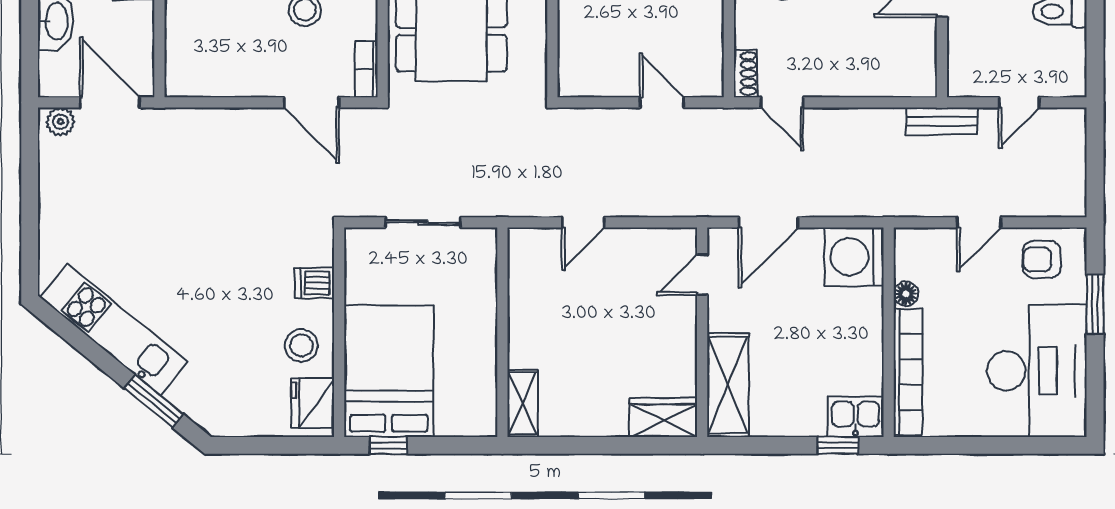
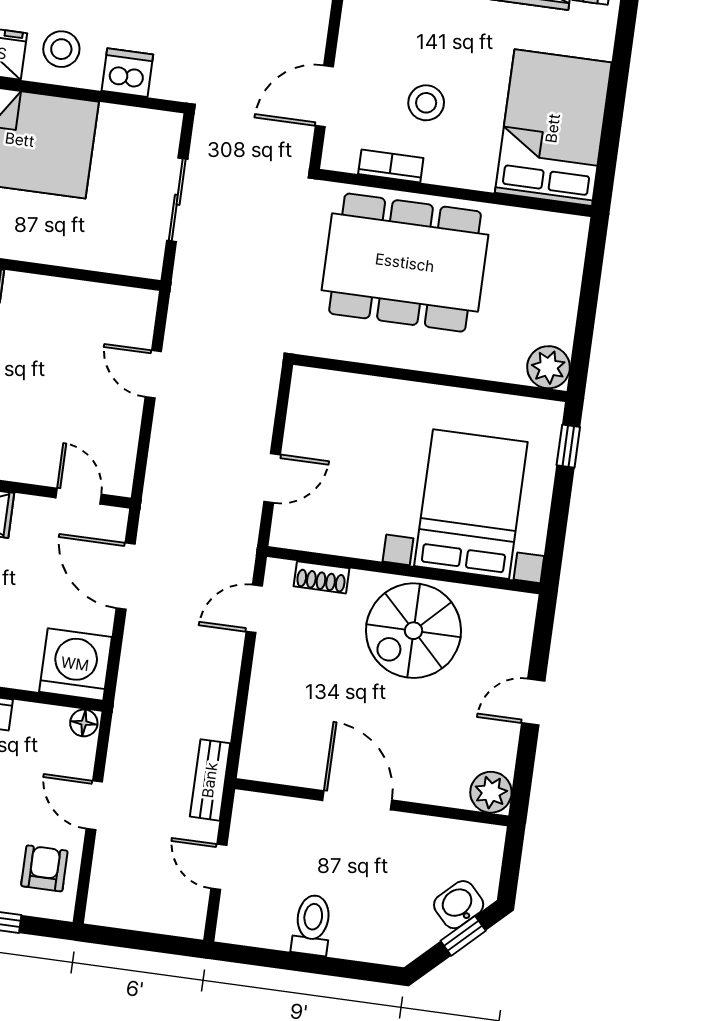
bookcase: (366, 69) -> (391, 166), moved
shoe rack: (745, 74) -> (321, 577), moved
dishwasher: (315, 283) -> (127, 73), width x1.38
floor lamp: (906, 294) -> (84, 723), moved

